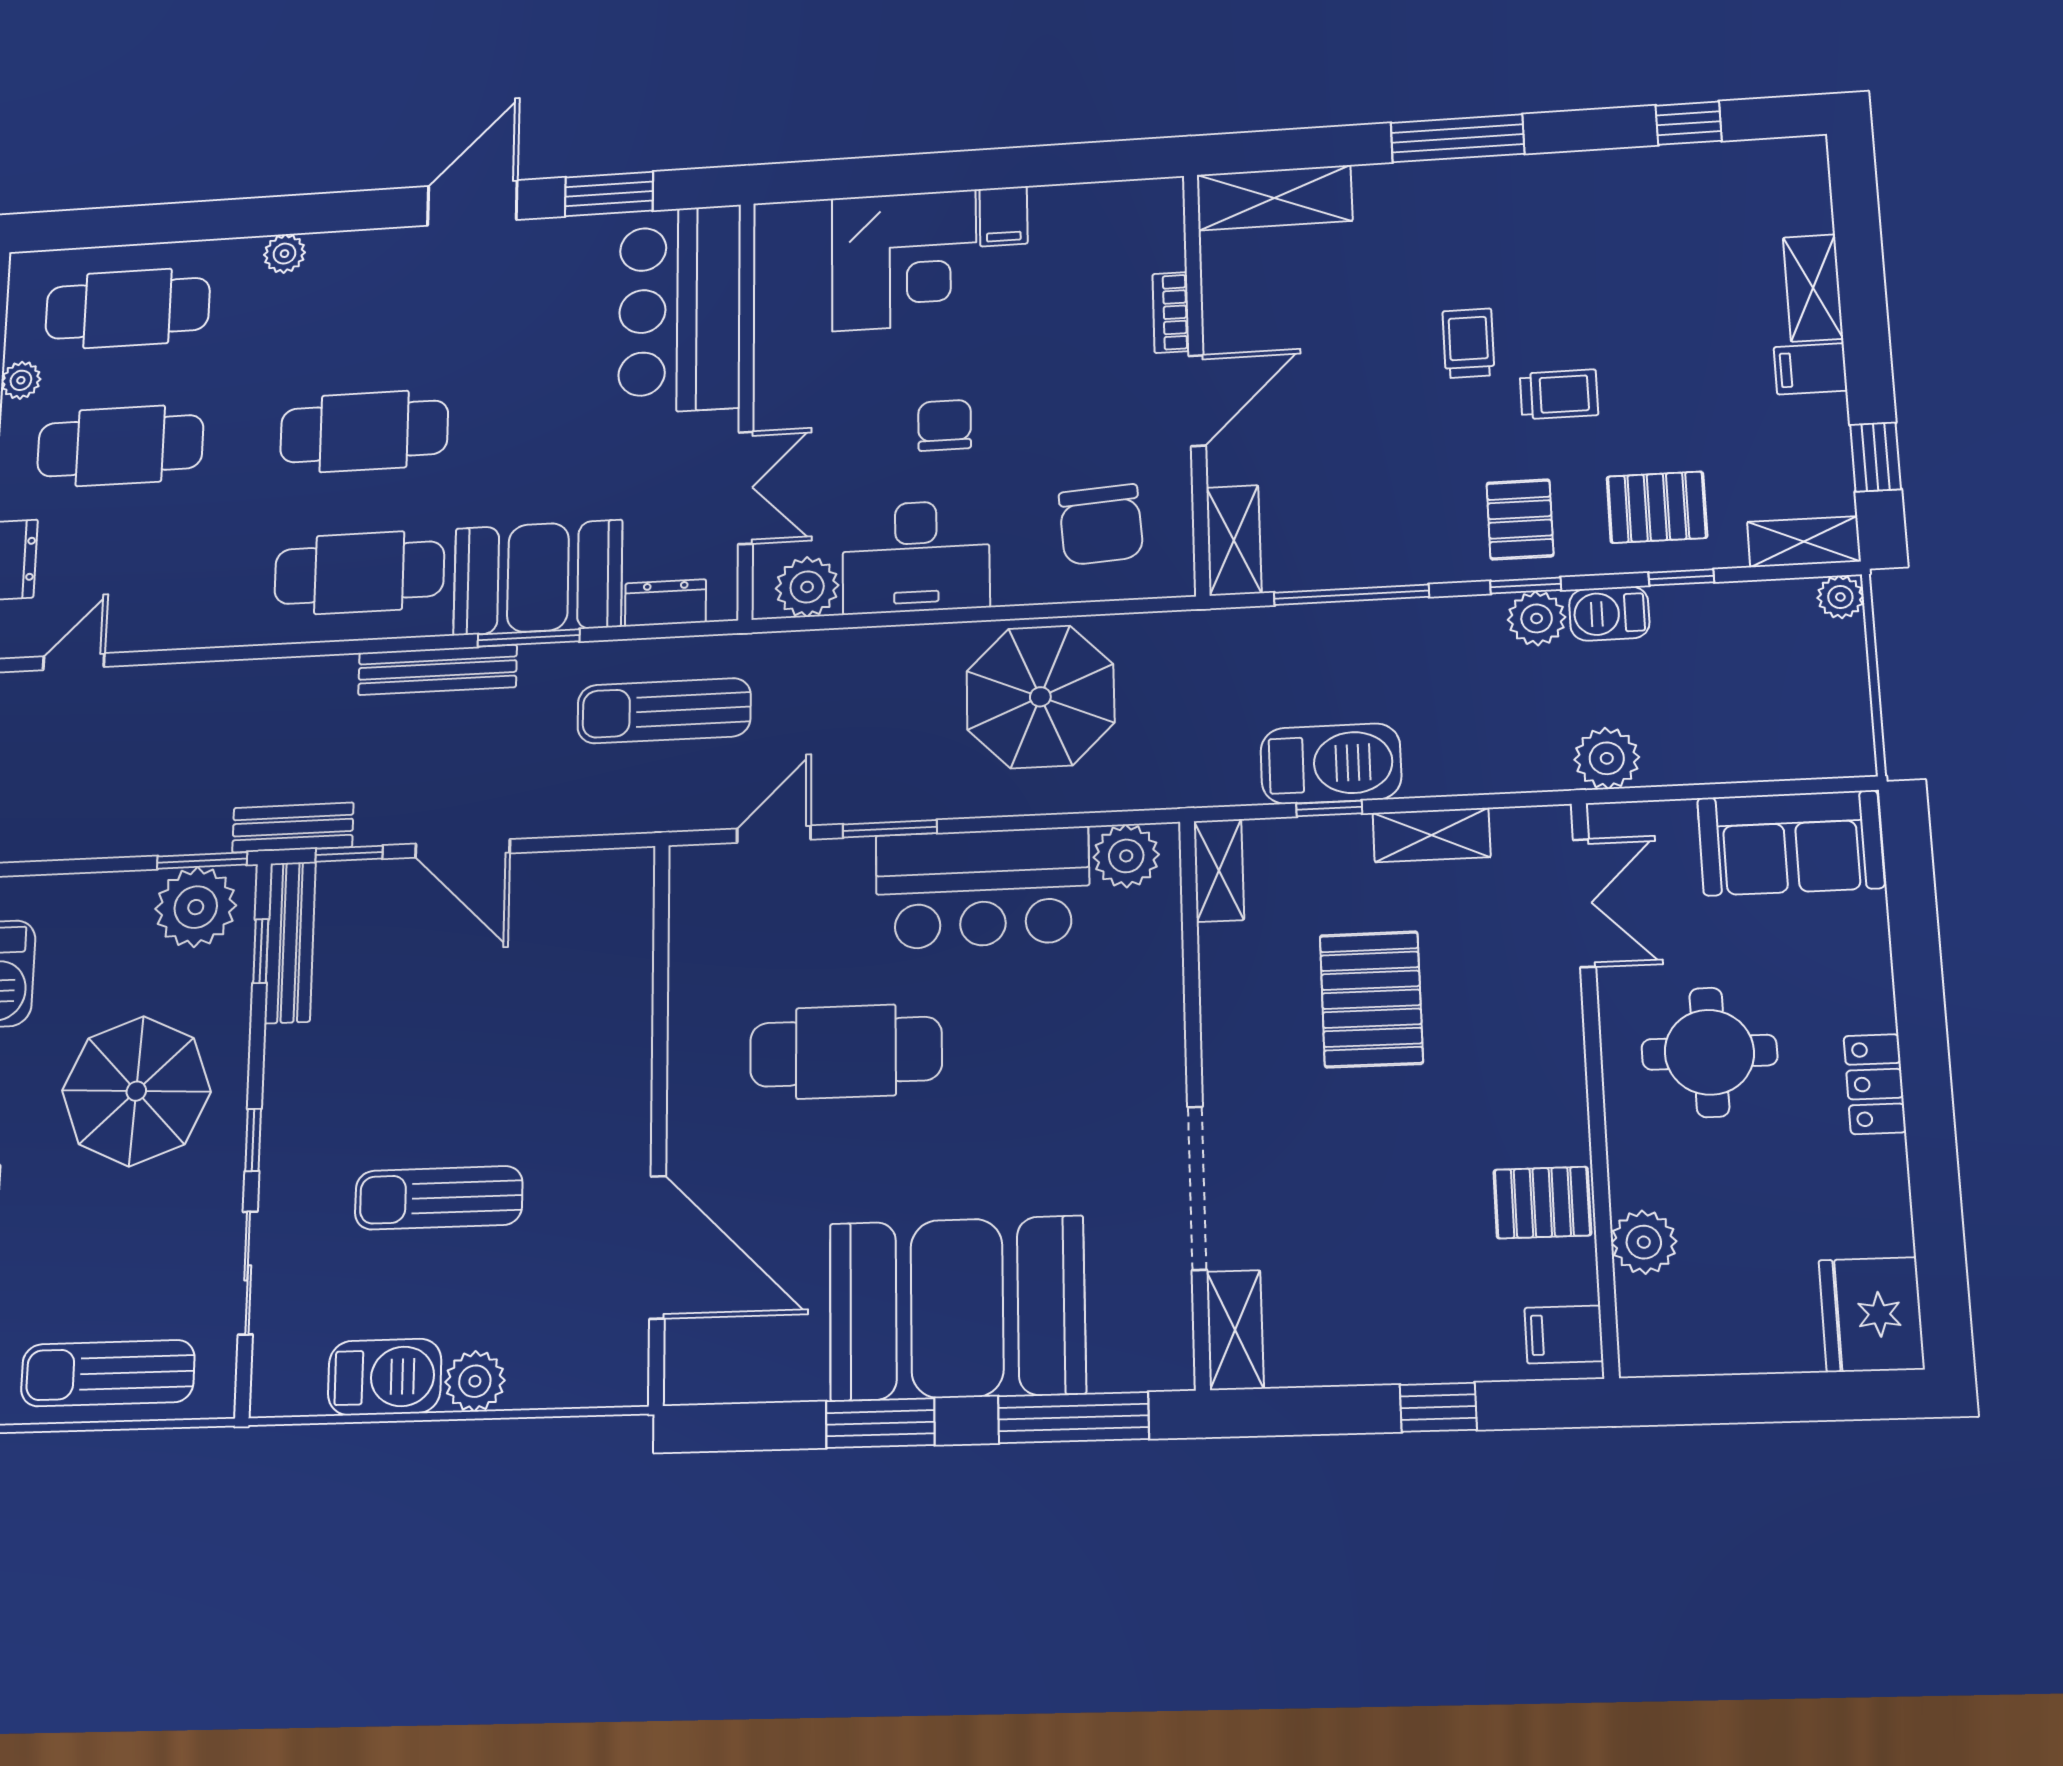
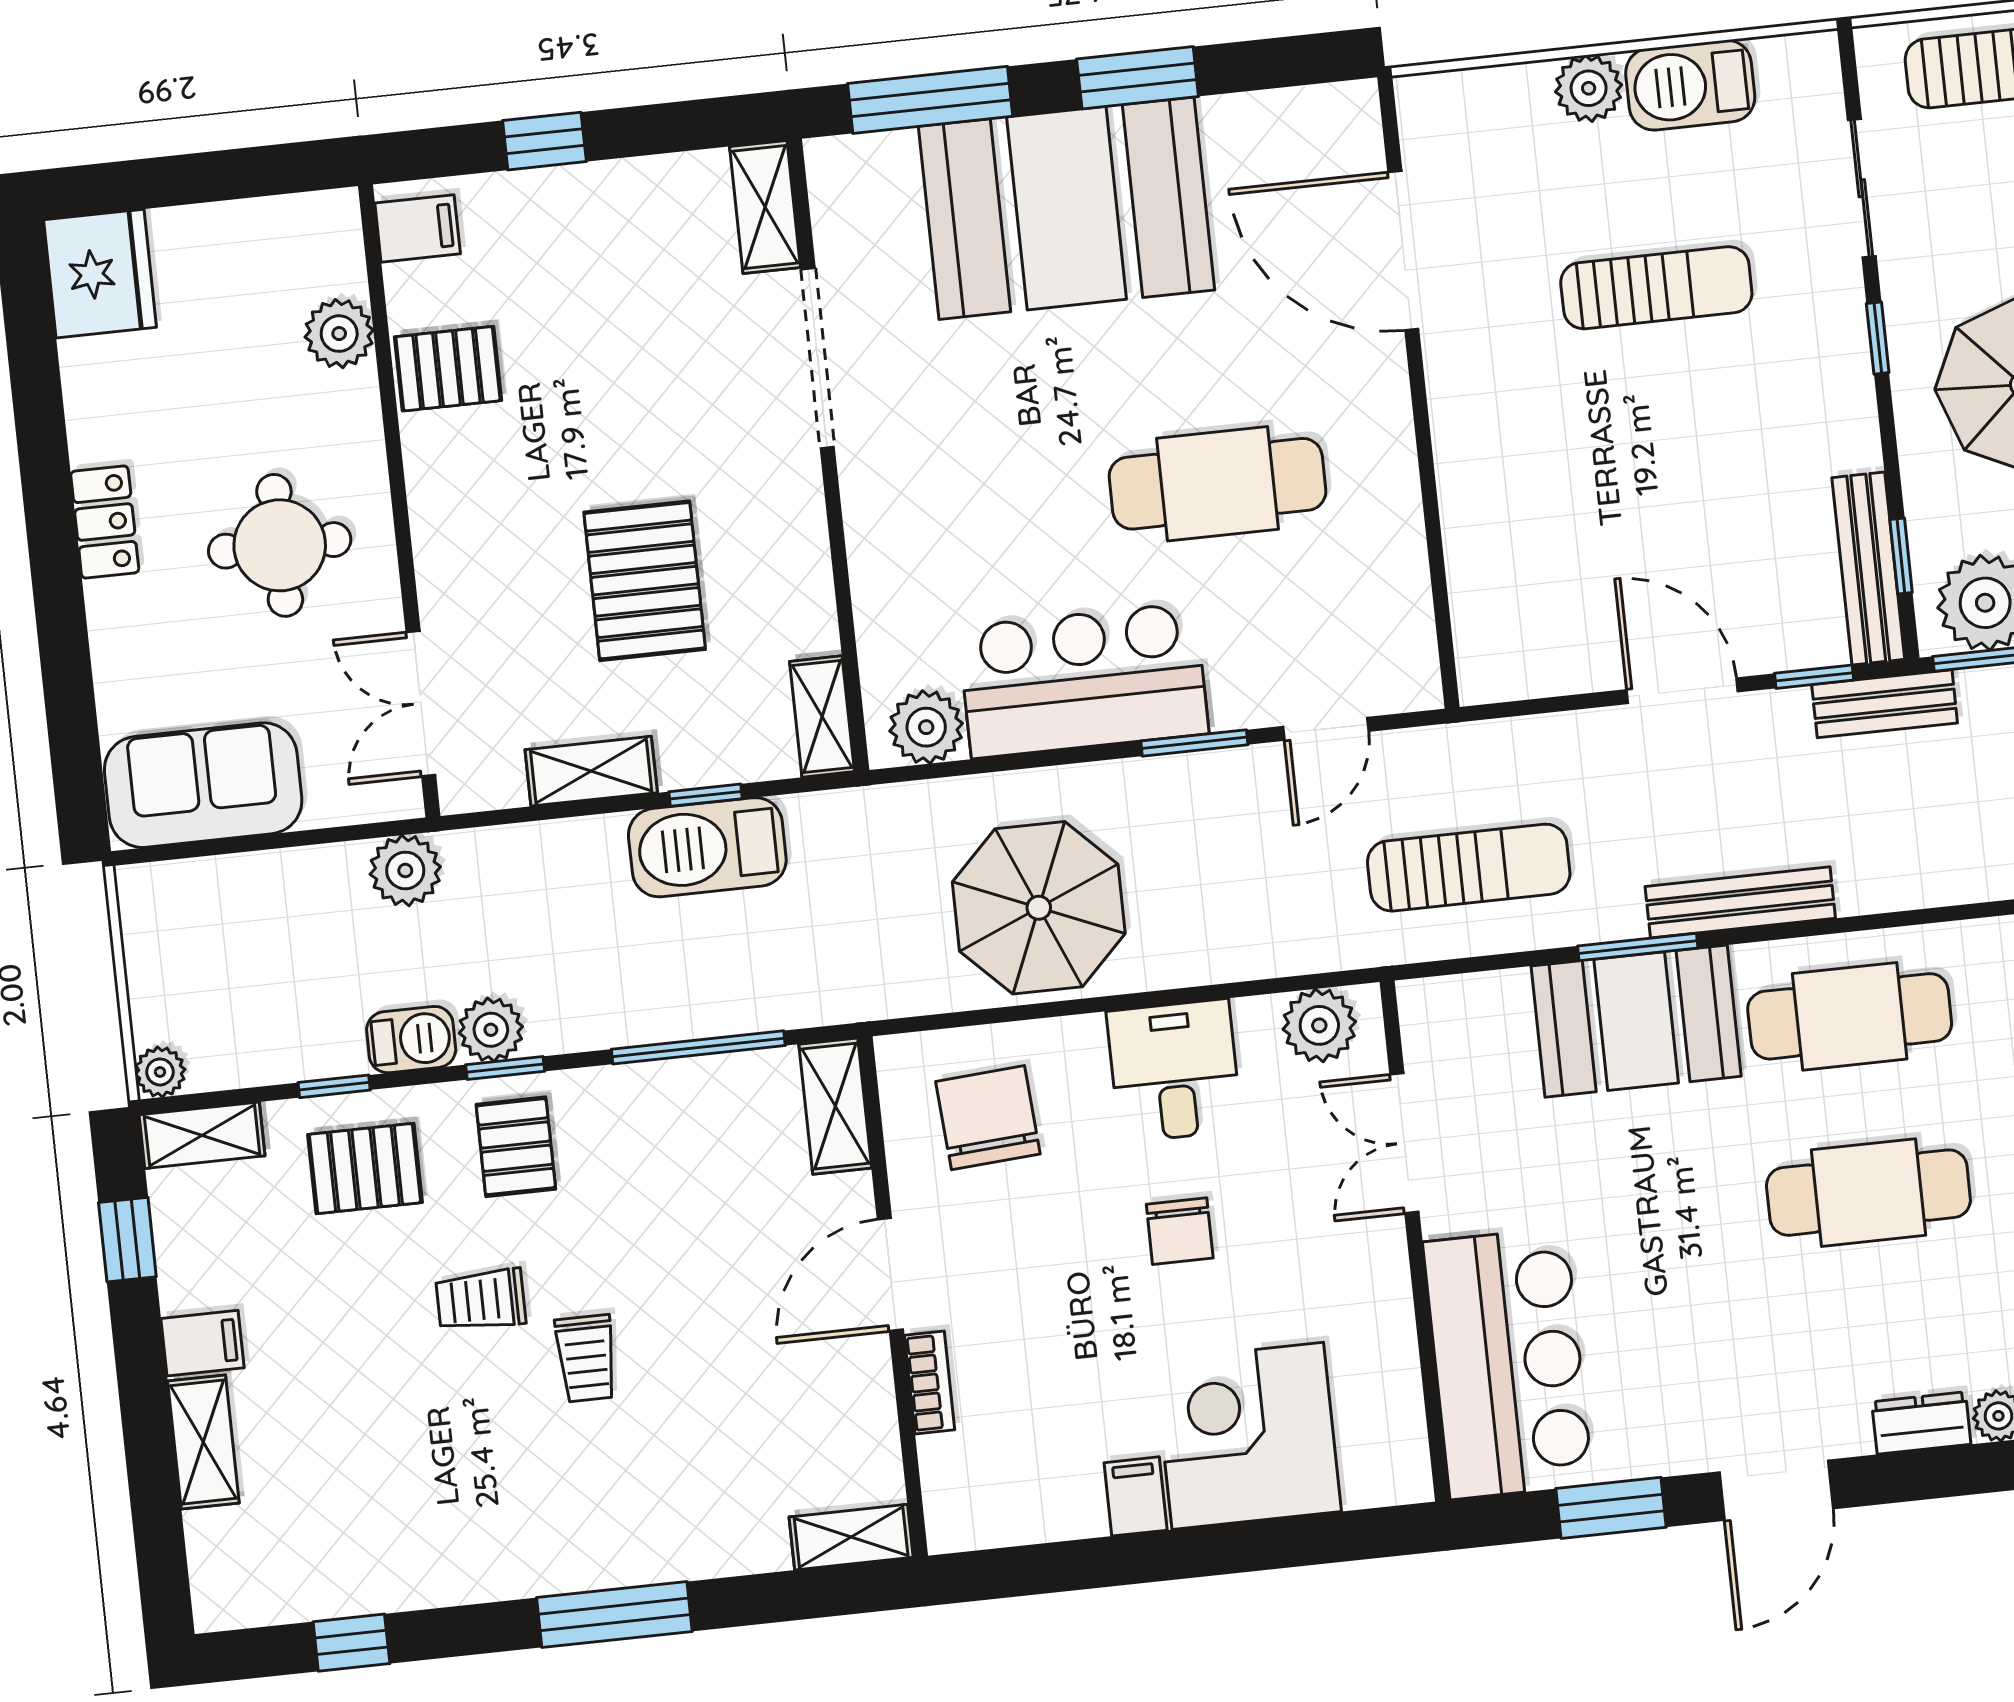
shelving: (1274, 198) -> (851, 1537), width x0.67, depth x0.75
desk: (916, 557) -> (1174, 1071), width x0.73
dresser: (666, 603) -> (1921, 1423), moved, turned 180

